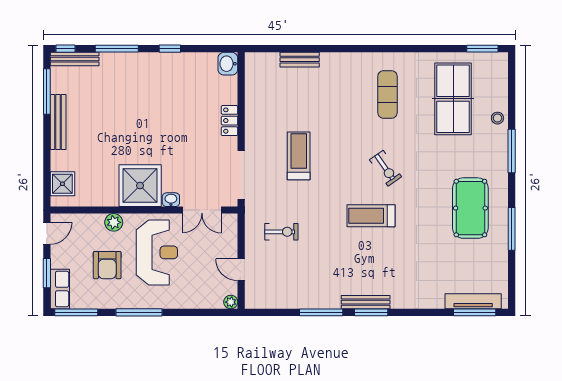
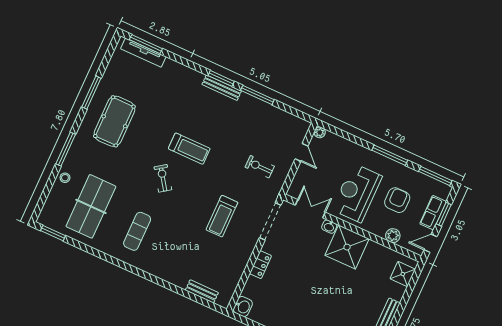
bench: (300, 60) -> (202, 291), moved
plant: (114, 222) -> (393, 236), moved
row of seats: (60, 289) -> (433, 213), moved

